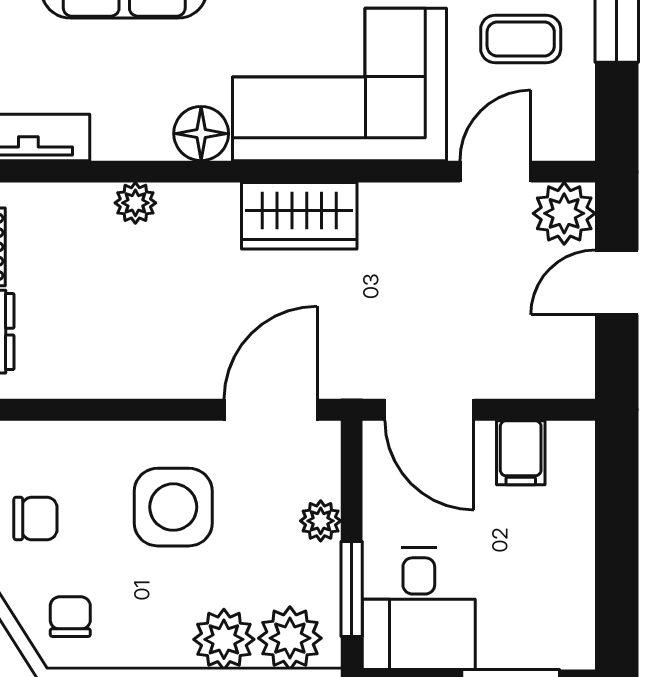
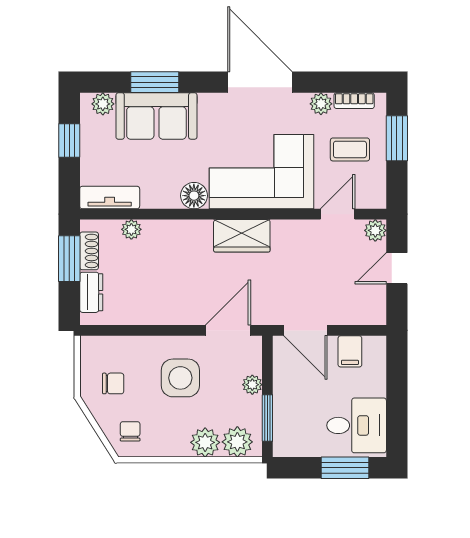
plant: (135, 203) -> (131, 229), moved
plant: (564, 213) -> (375, 230), width x0.73, depth x0.73
desk: (419, 609) -> (357, 425), moved, turned -90

